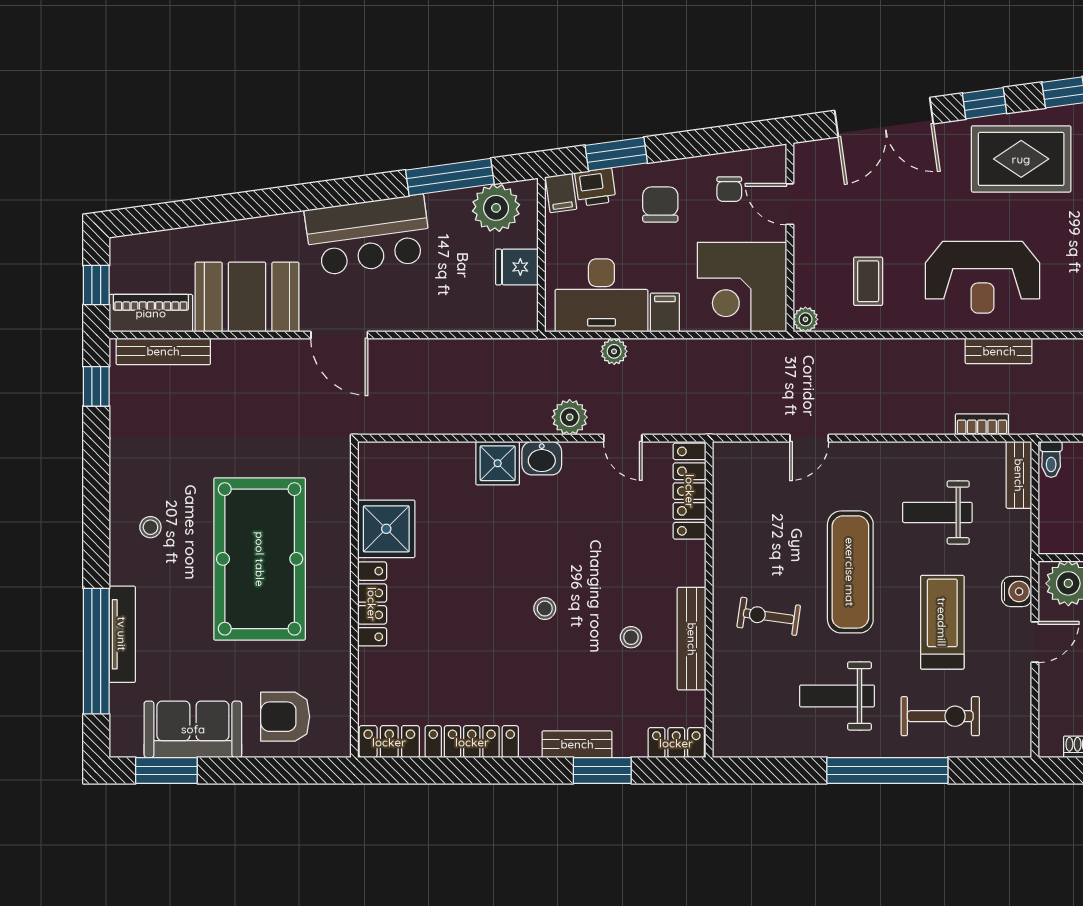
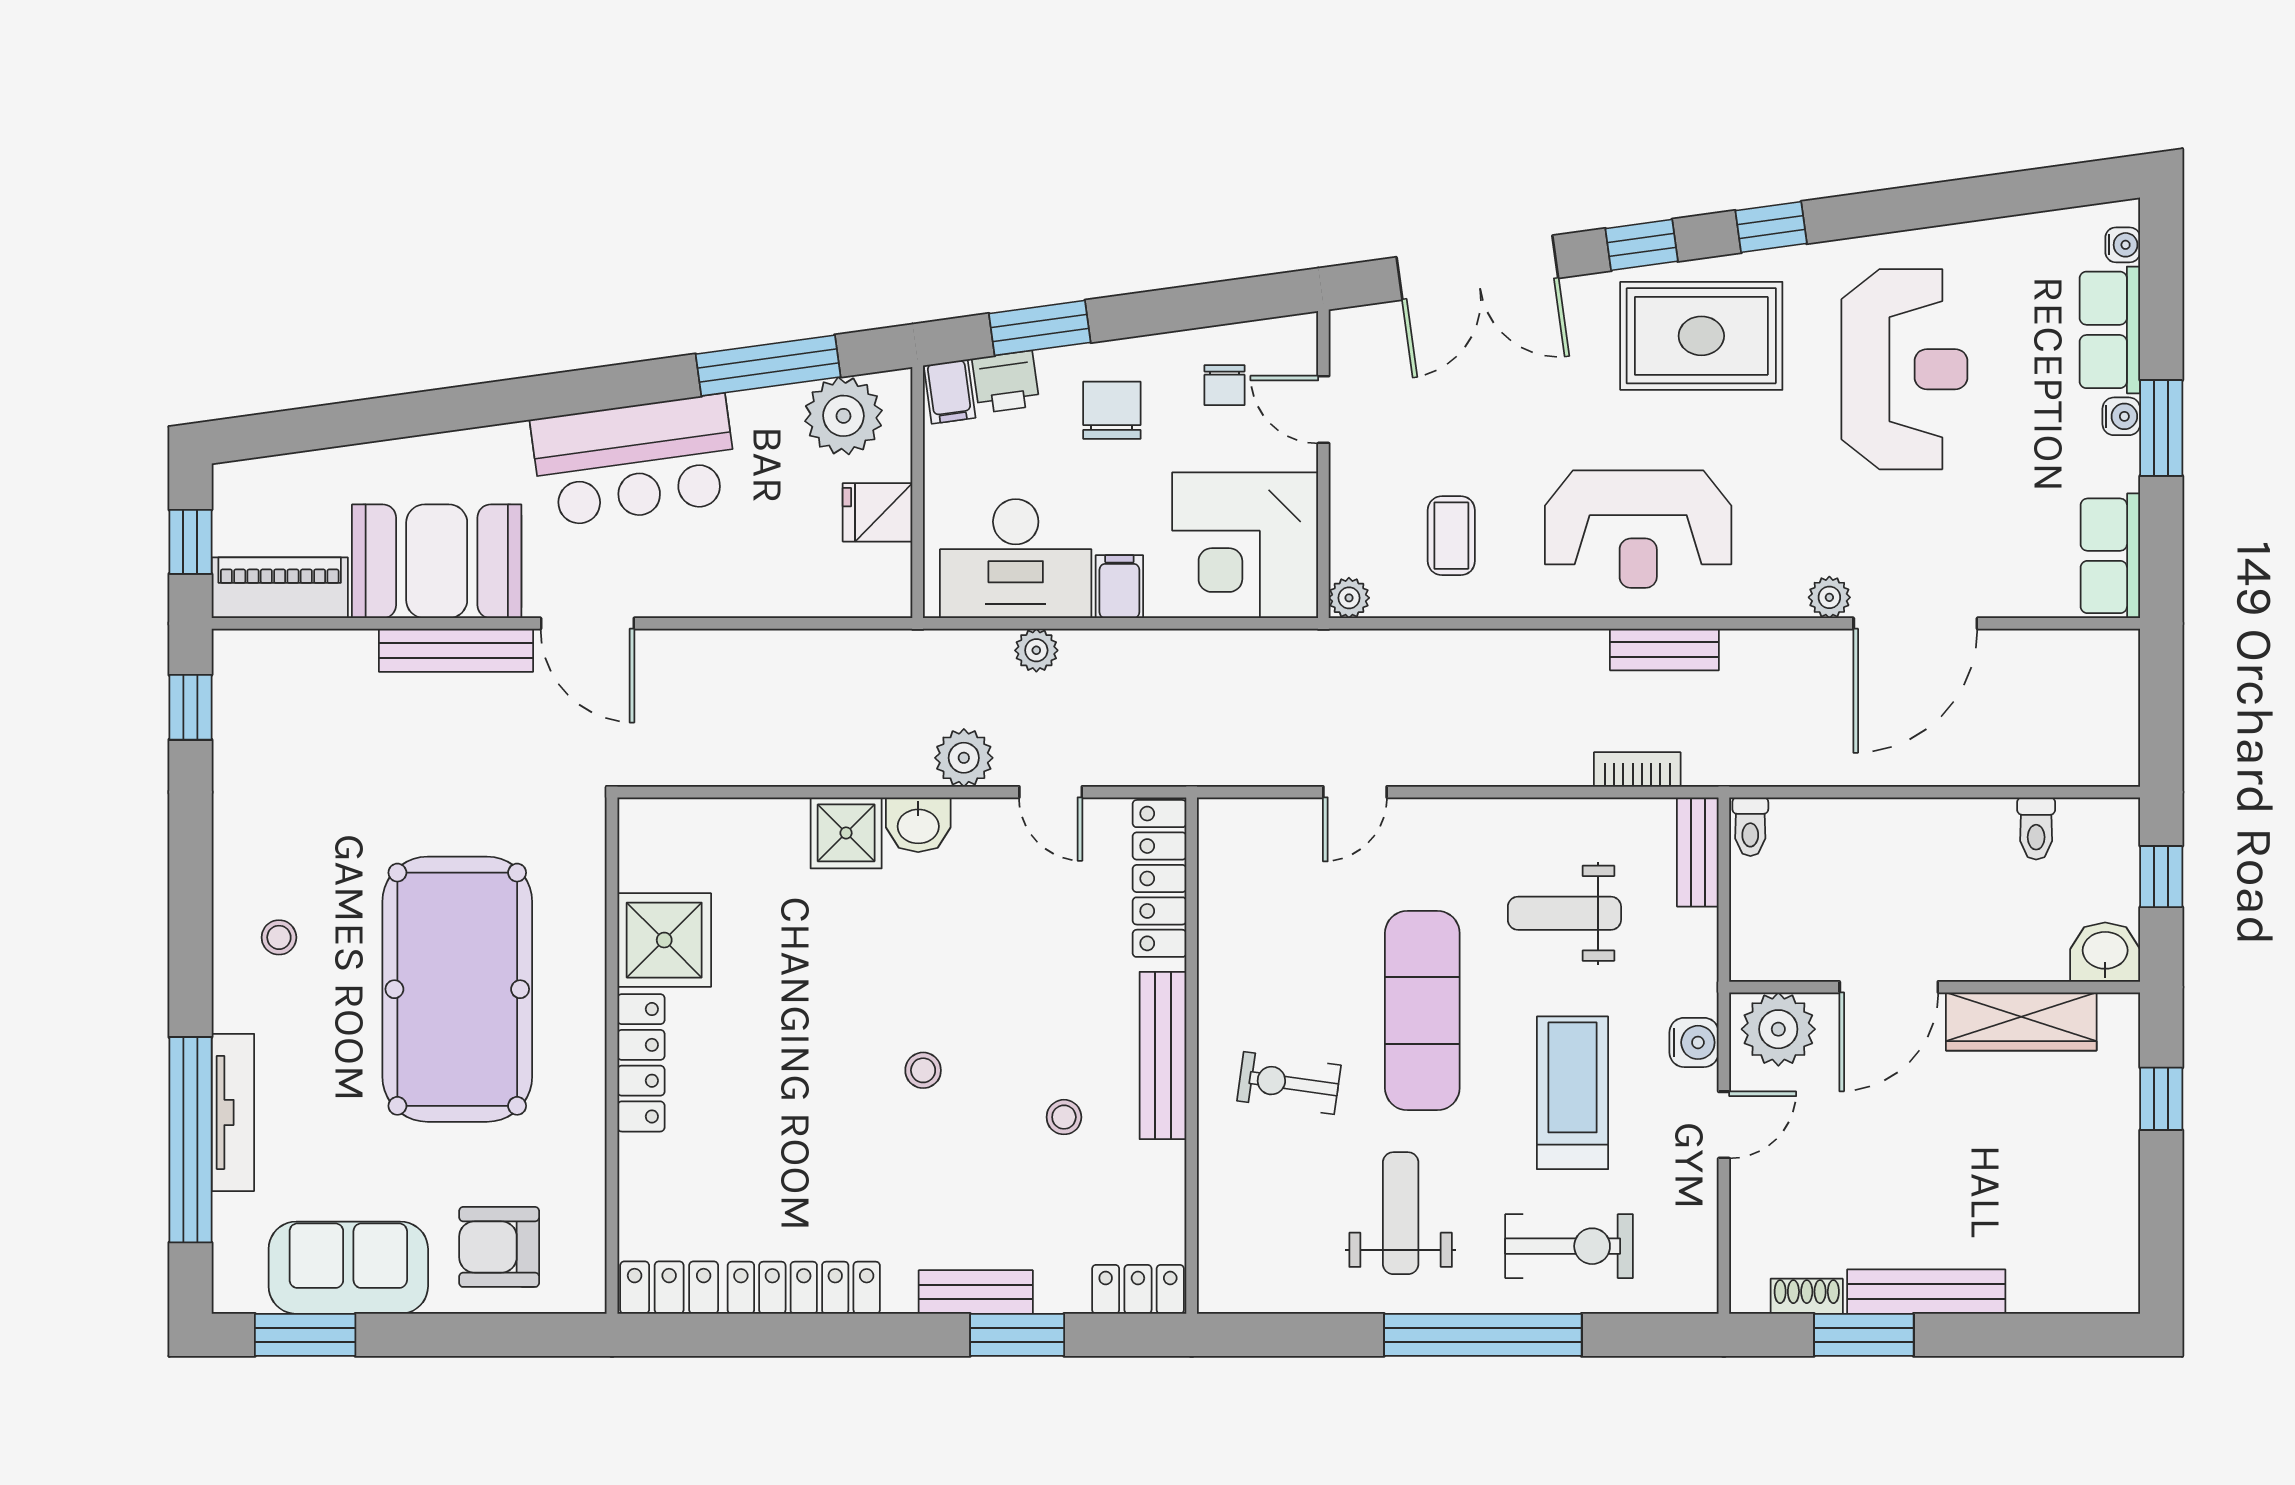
bench: (163, 351) -> (456, 650), moved
bench: (692, 639) -> (1163, 1056), moved
weight bench: (837, 696) -> (1401, 1213), turned 90

